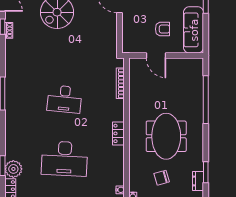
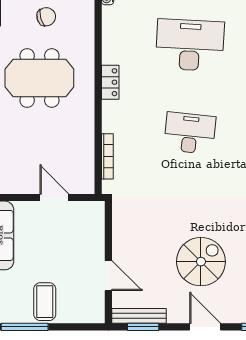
armchair: (162, 29) -> (45, 237), removed
meeting table: (166, 136) -> (39, 78), turned 90

